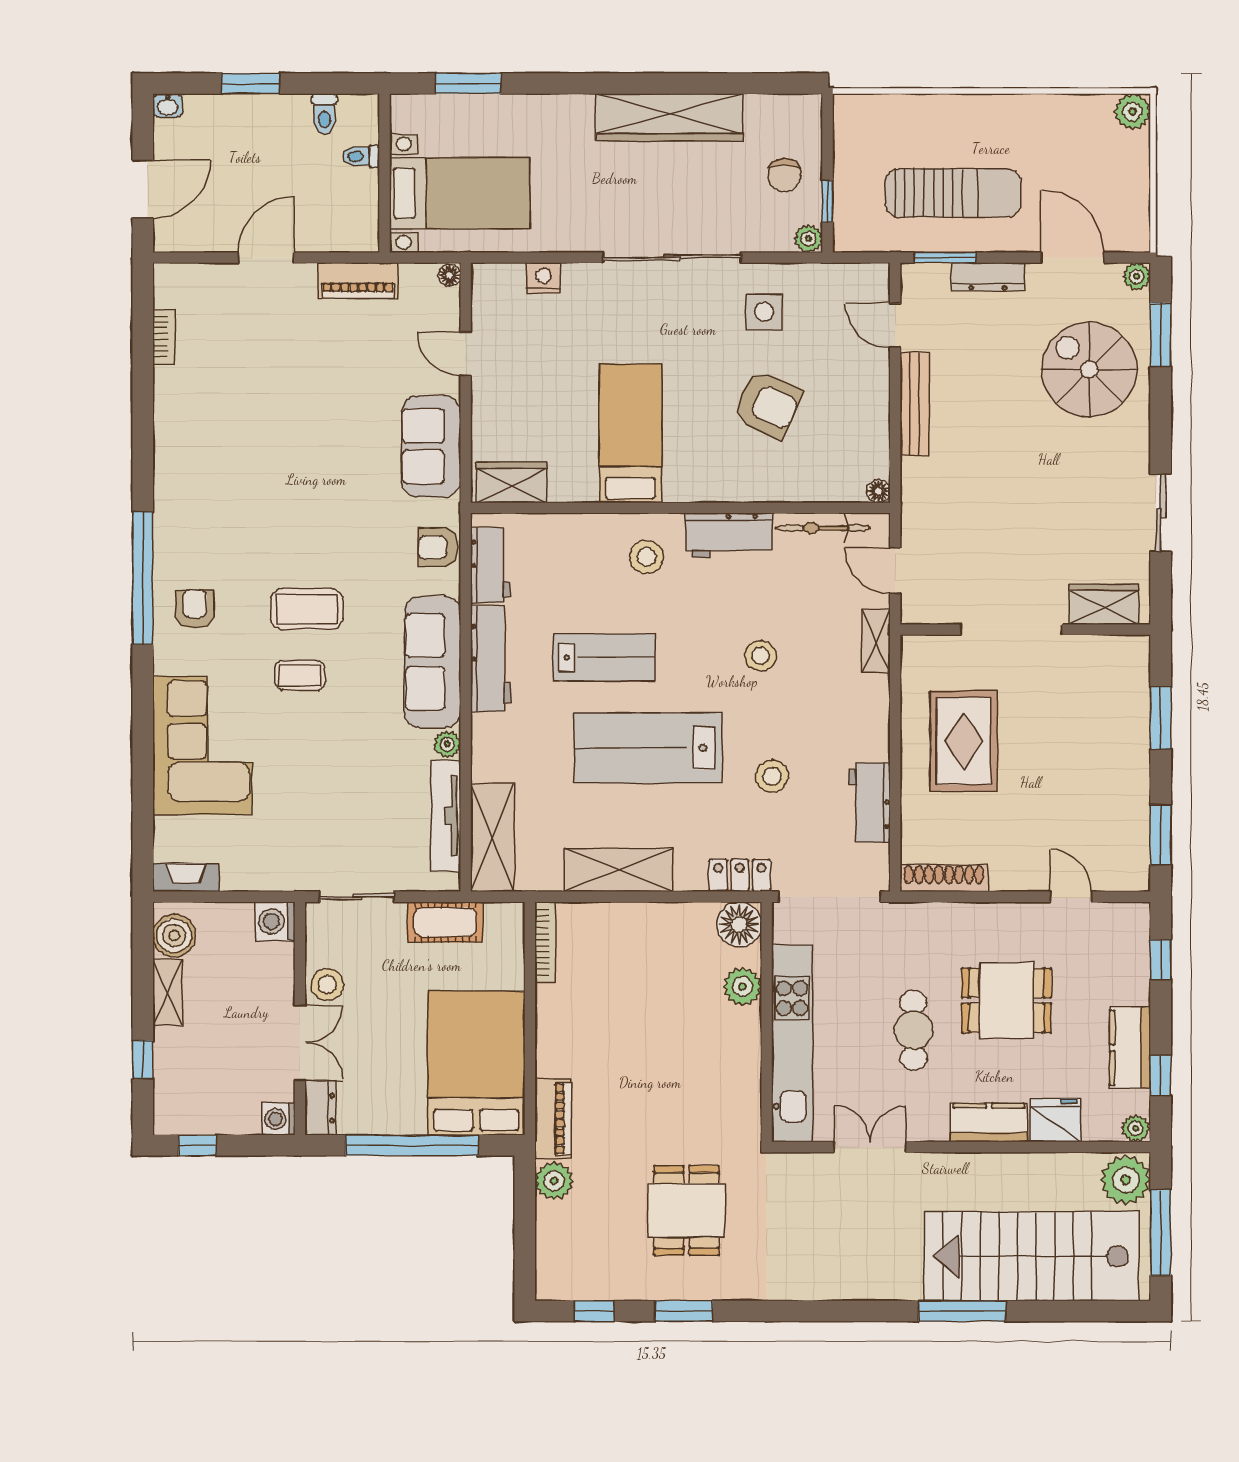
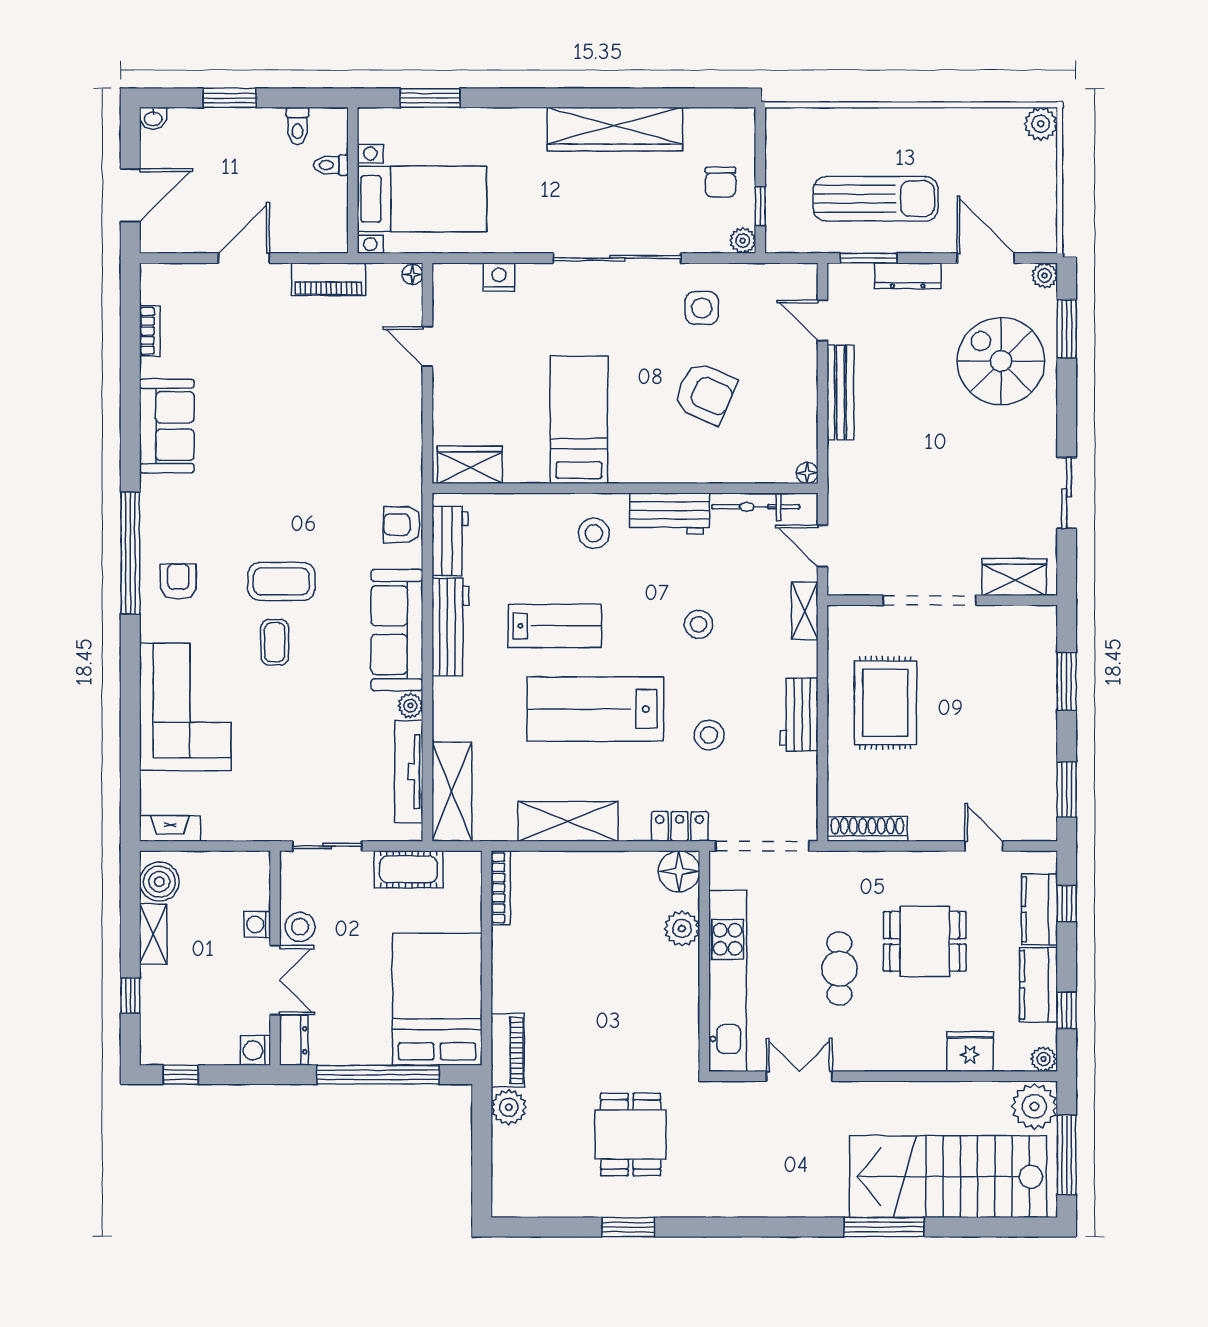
sofa: (431, 446) -> (167, 426), moved, turned 180
coffee table: (300, 675) -> (275, 642), turned 90
workbench: (870, 803) -> (799, 715), moved
washing machine: (275, 921) -> (257, 924), moved, width x0.73, depth x0.73
kitchen counter: (989, 1123) -> (1039, 909), moved, turned -90
window: (594, 1311) -> (546, 1227), removed

